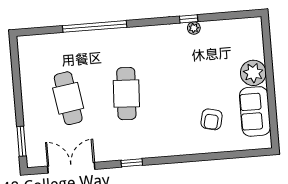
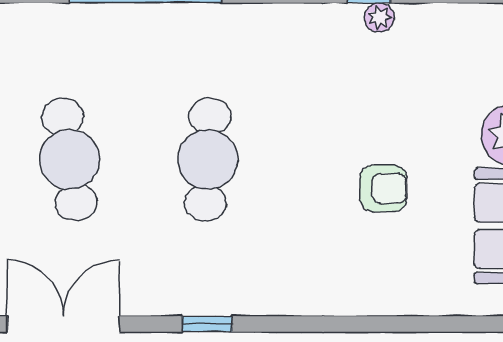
armchair: (212, 119) -> (383, 188), moved, turned -103

